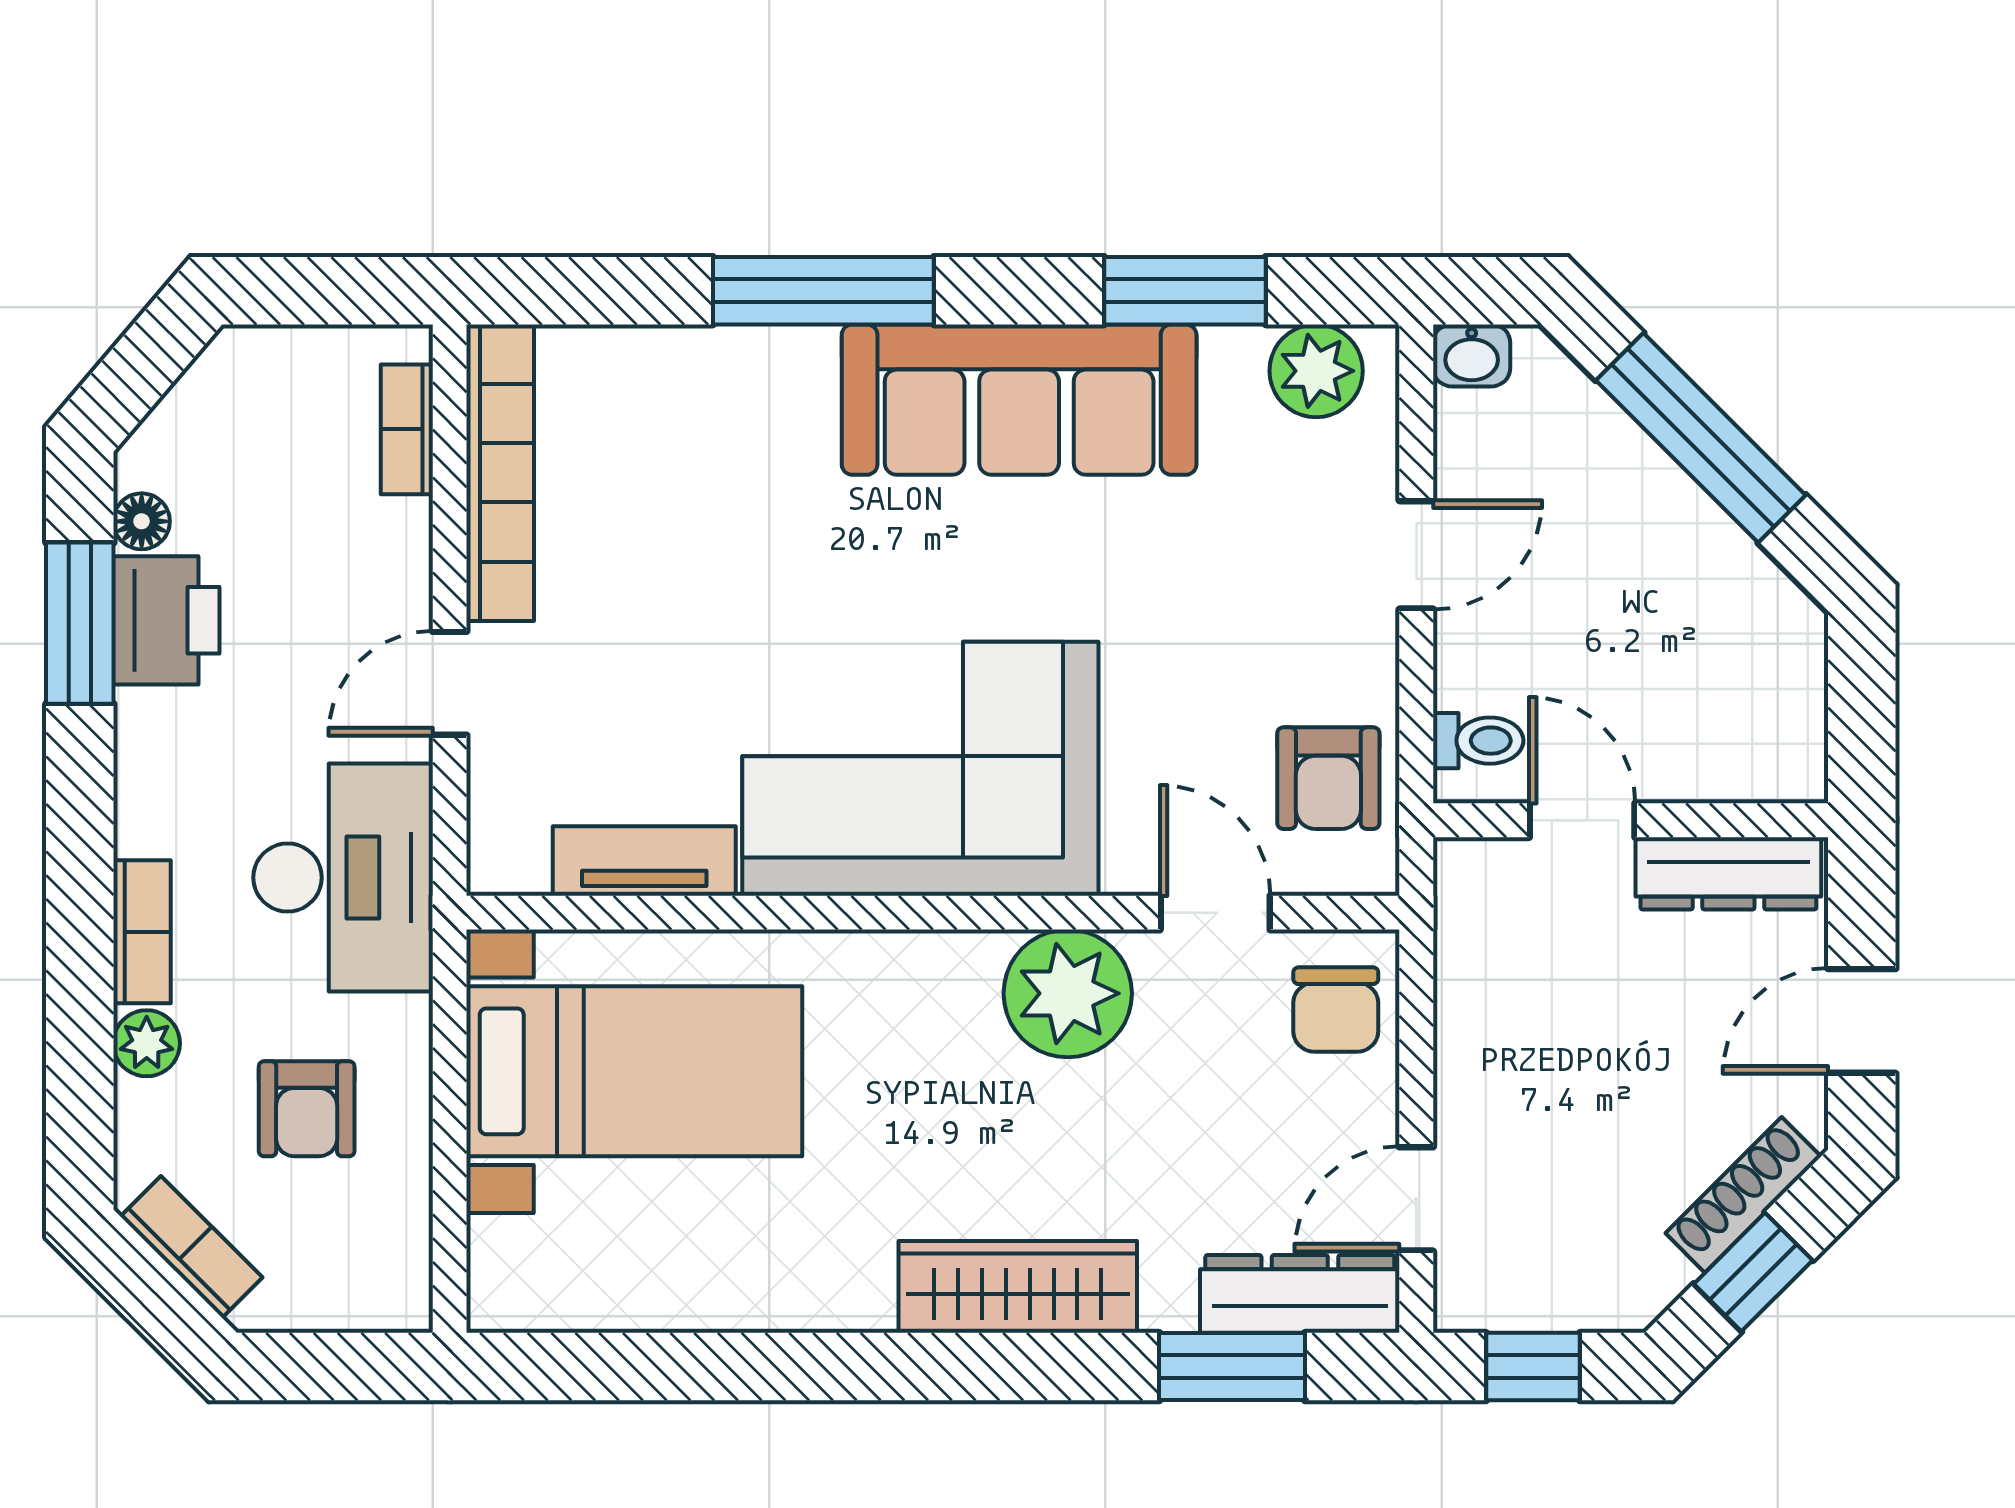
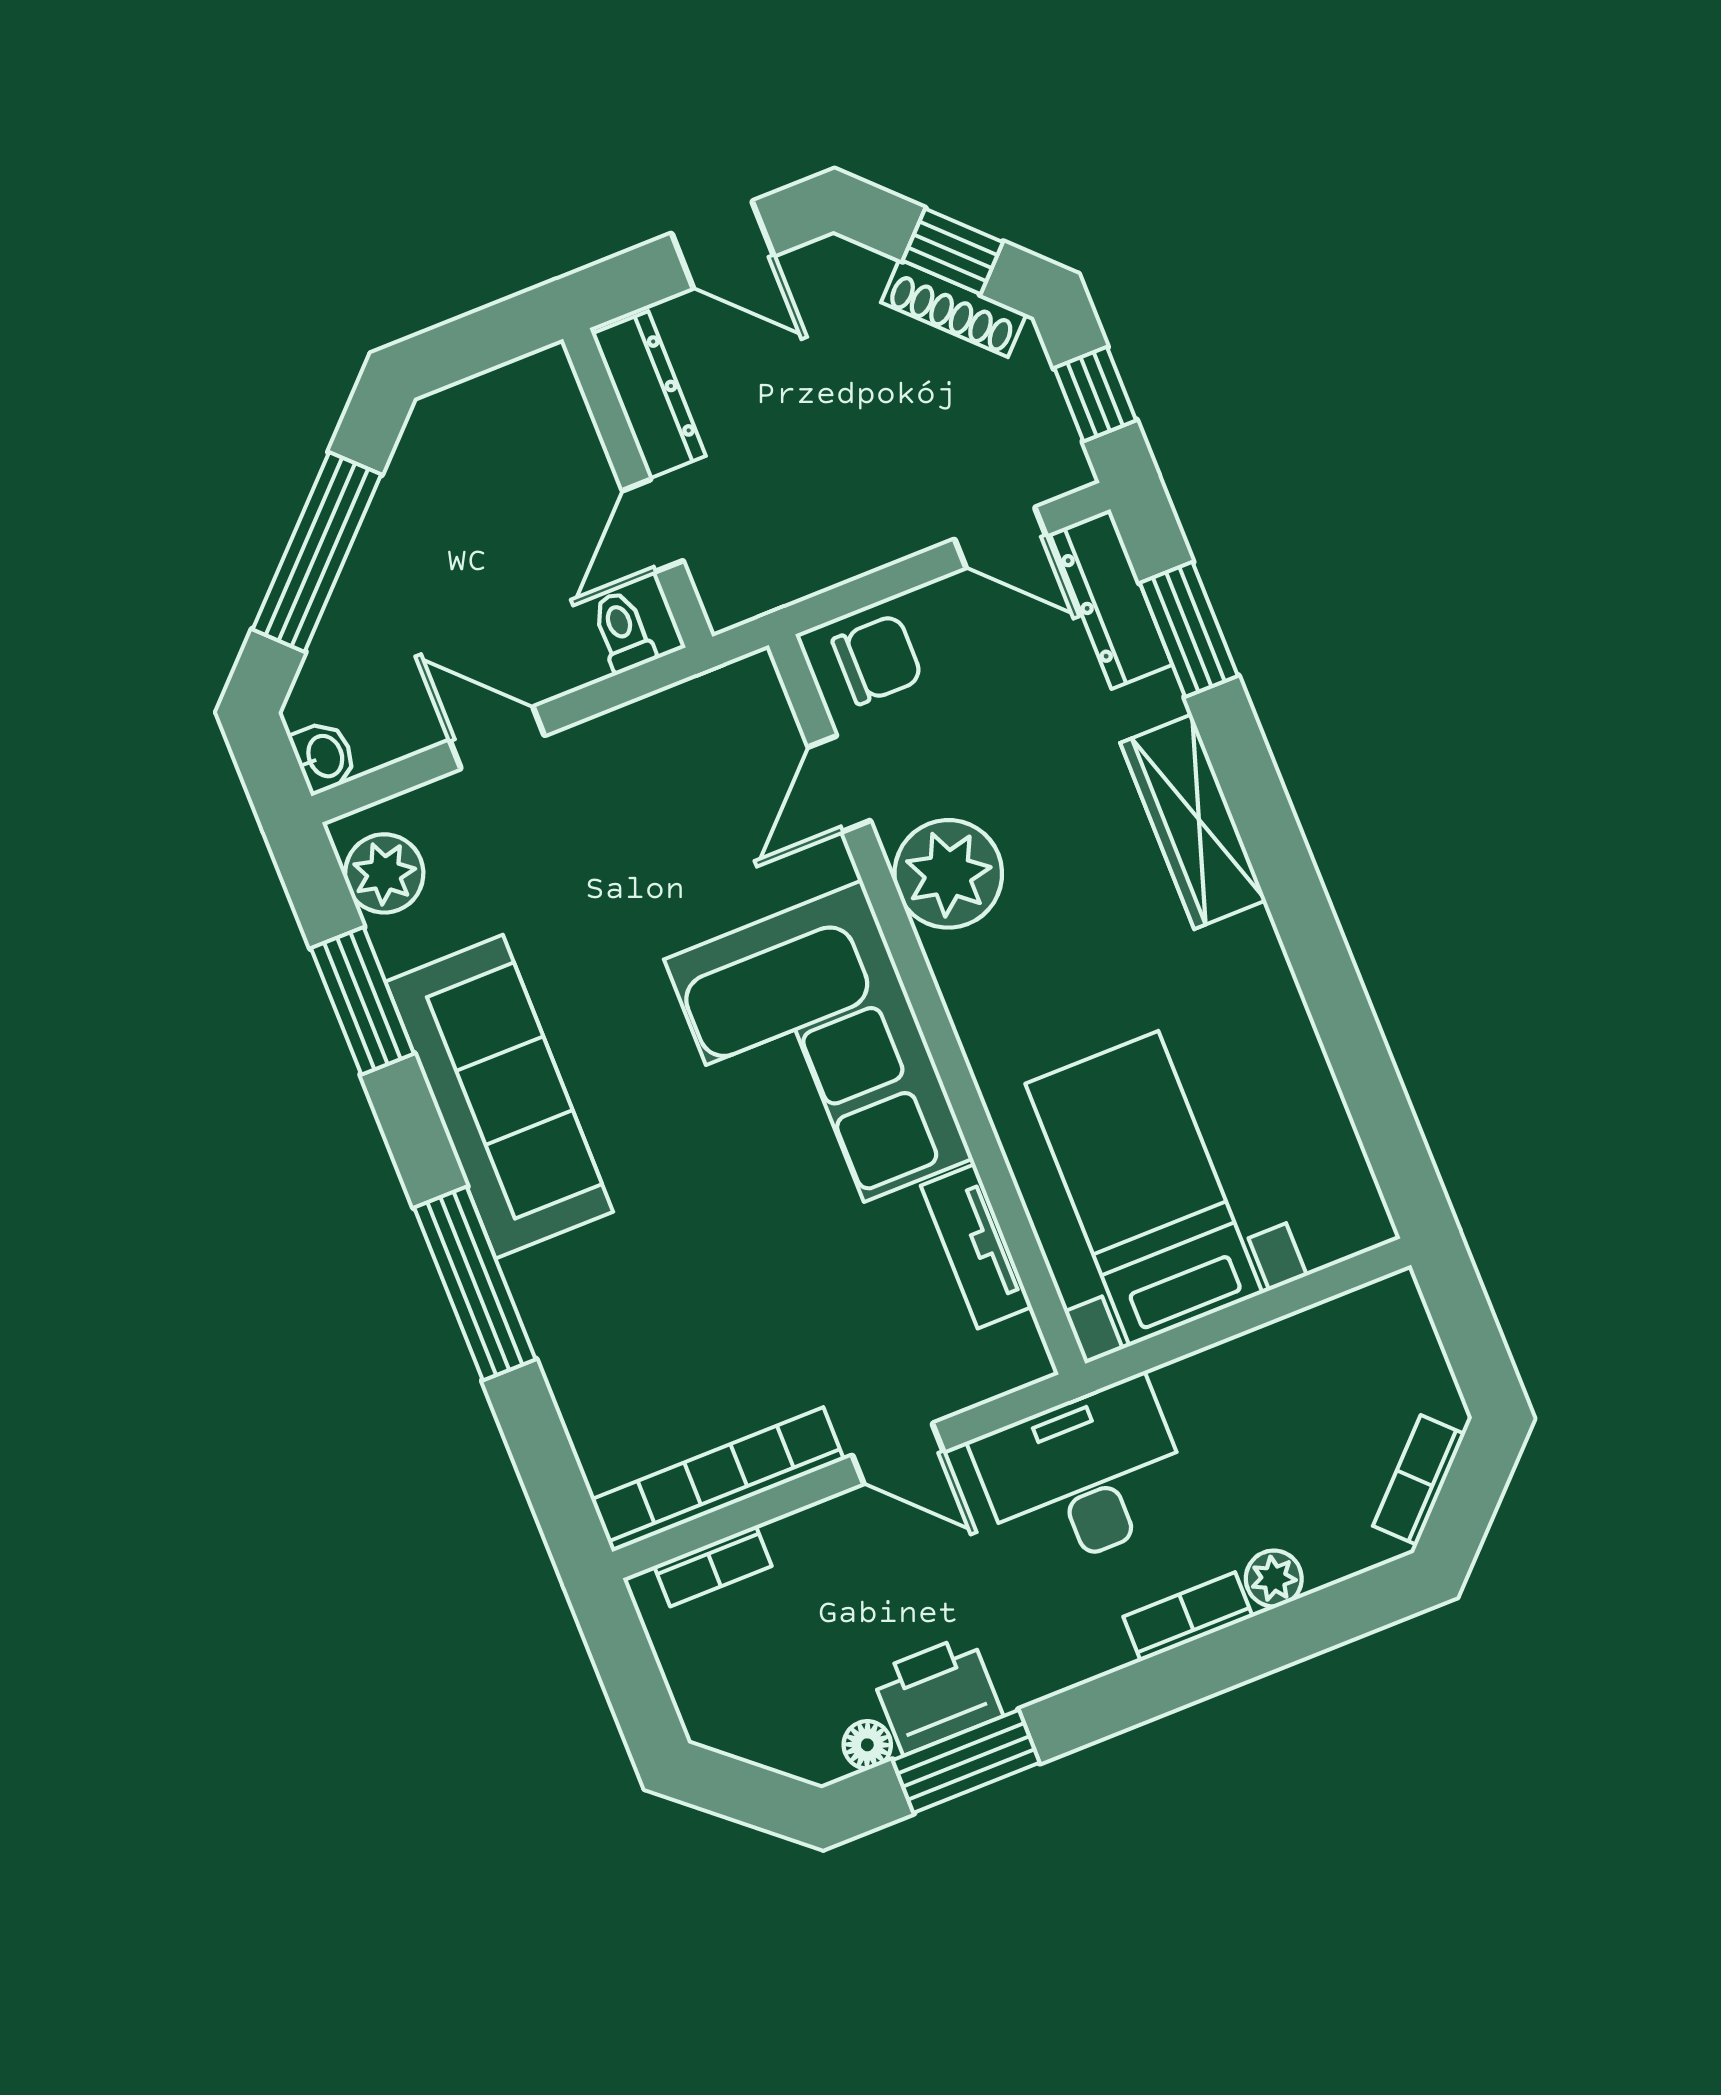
armchair: (1328, 778) -> (699, 737), removed
armchair: (307, 1109) -> (1275, 1433), removed
shoe rack: (1743, 1195) -> (954, 308), moved

